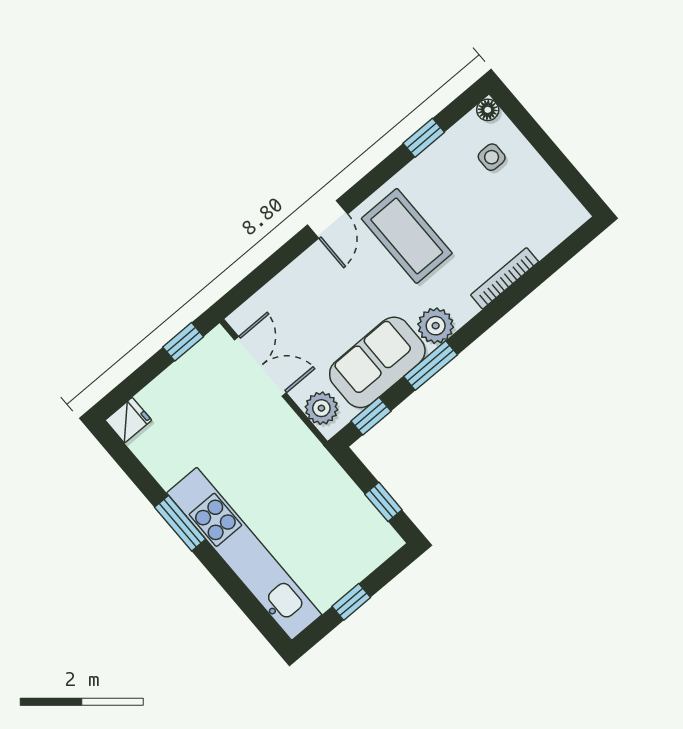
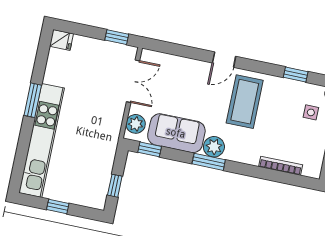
bookcase: (505, 278) -> (281, 166), moved
window: (431, 366) -> (209, 162), moved

